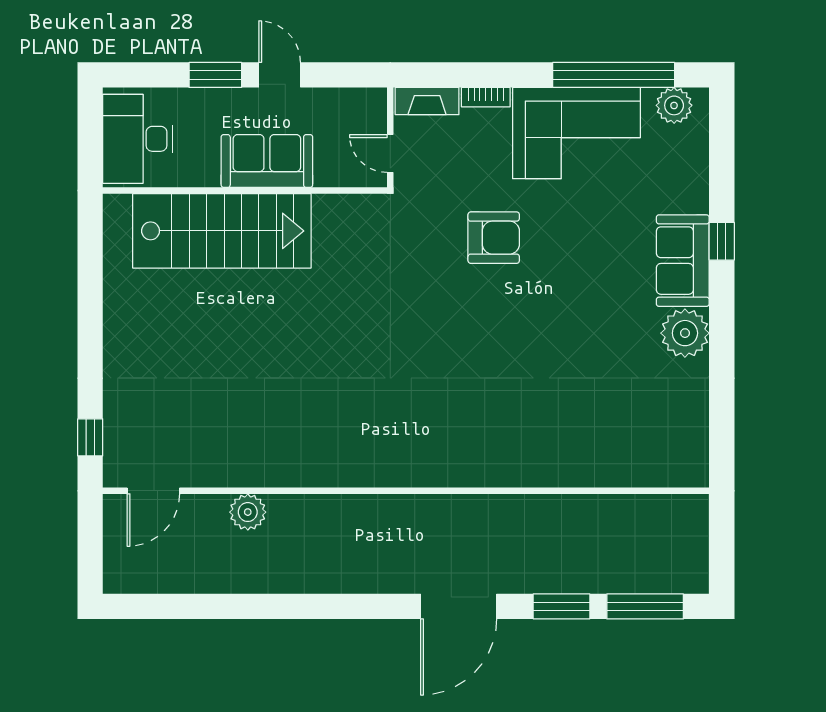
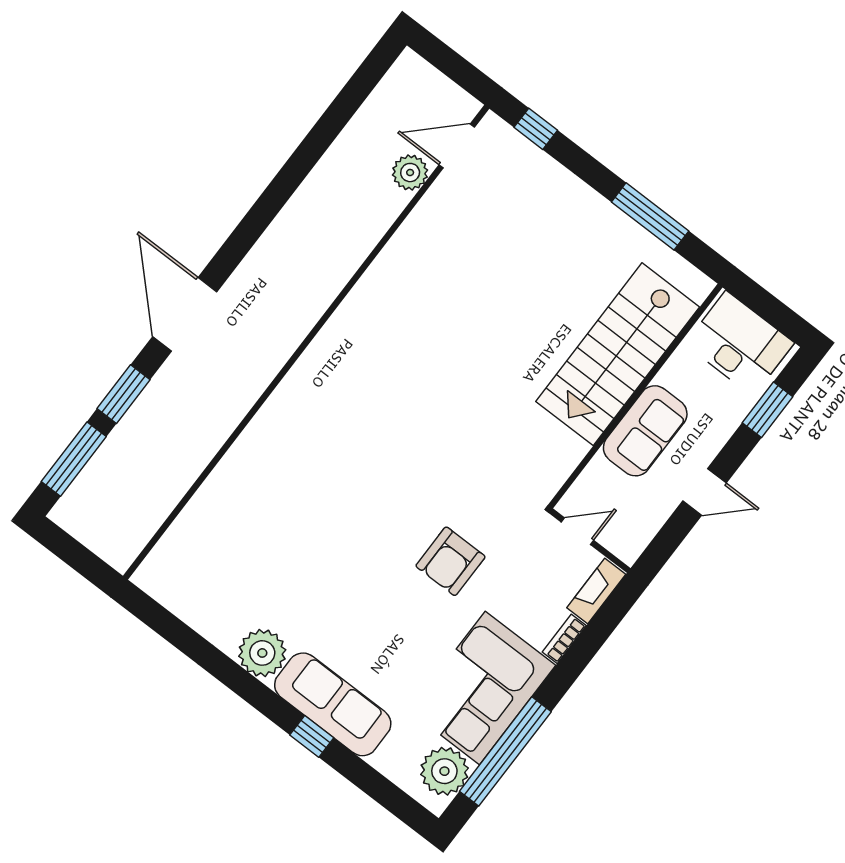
window: (215, 75) -> (767, 410), moved
plant: (674, 105) -> (444, 771), width x1.36, depth x1.36
sofa: (683, 261) -> (333, 704), width x1.36
window: (90, 290) -> (650, 216), added
door: (153, 491) -> (457, 146), hinge flipped
plant: (248, 512) -> (410, 173), moved

